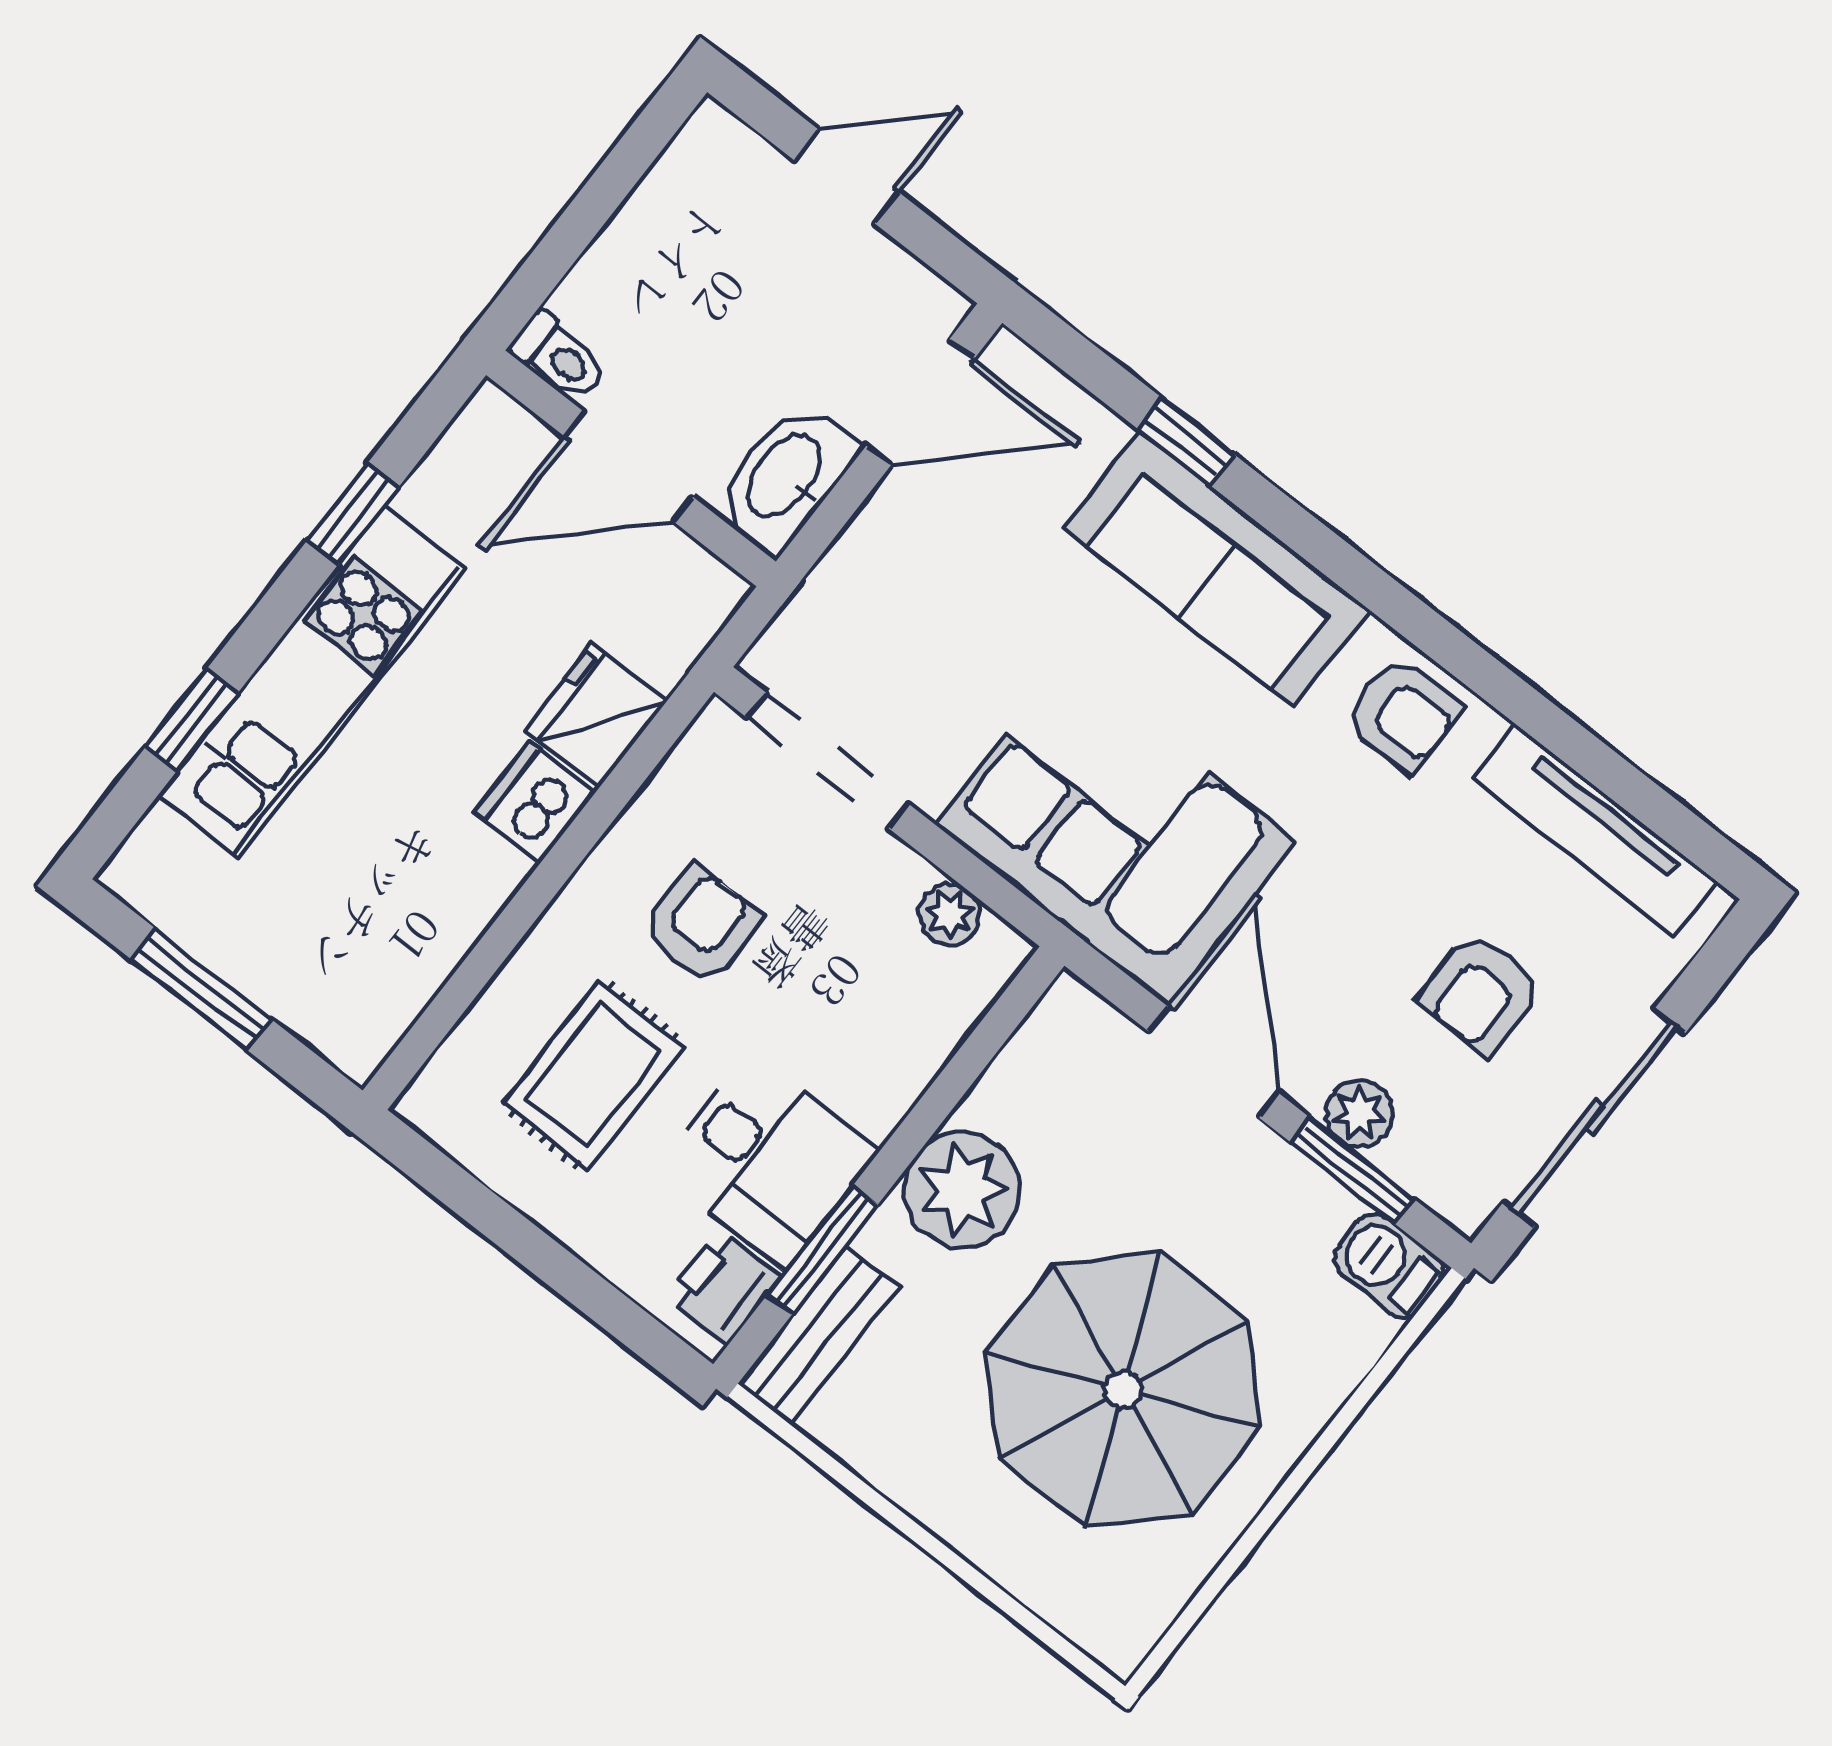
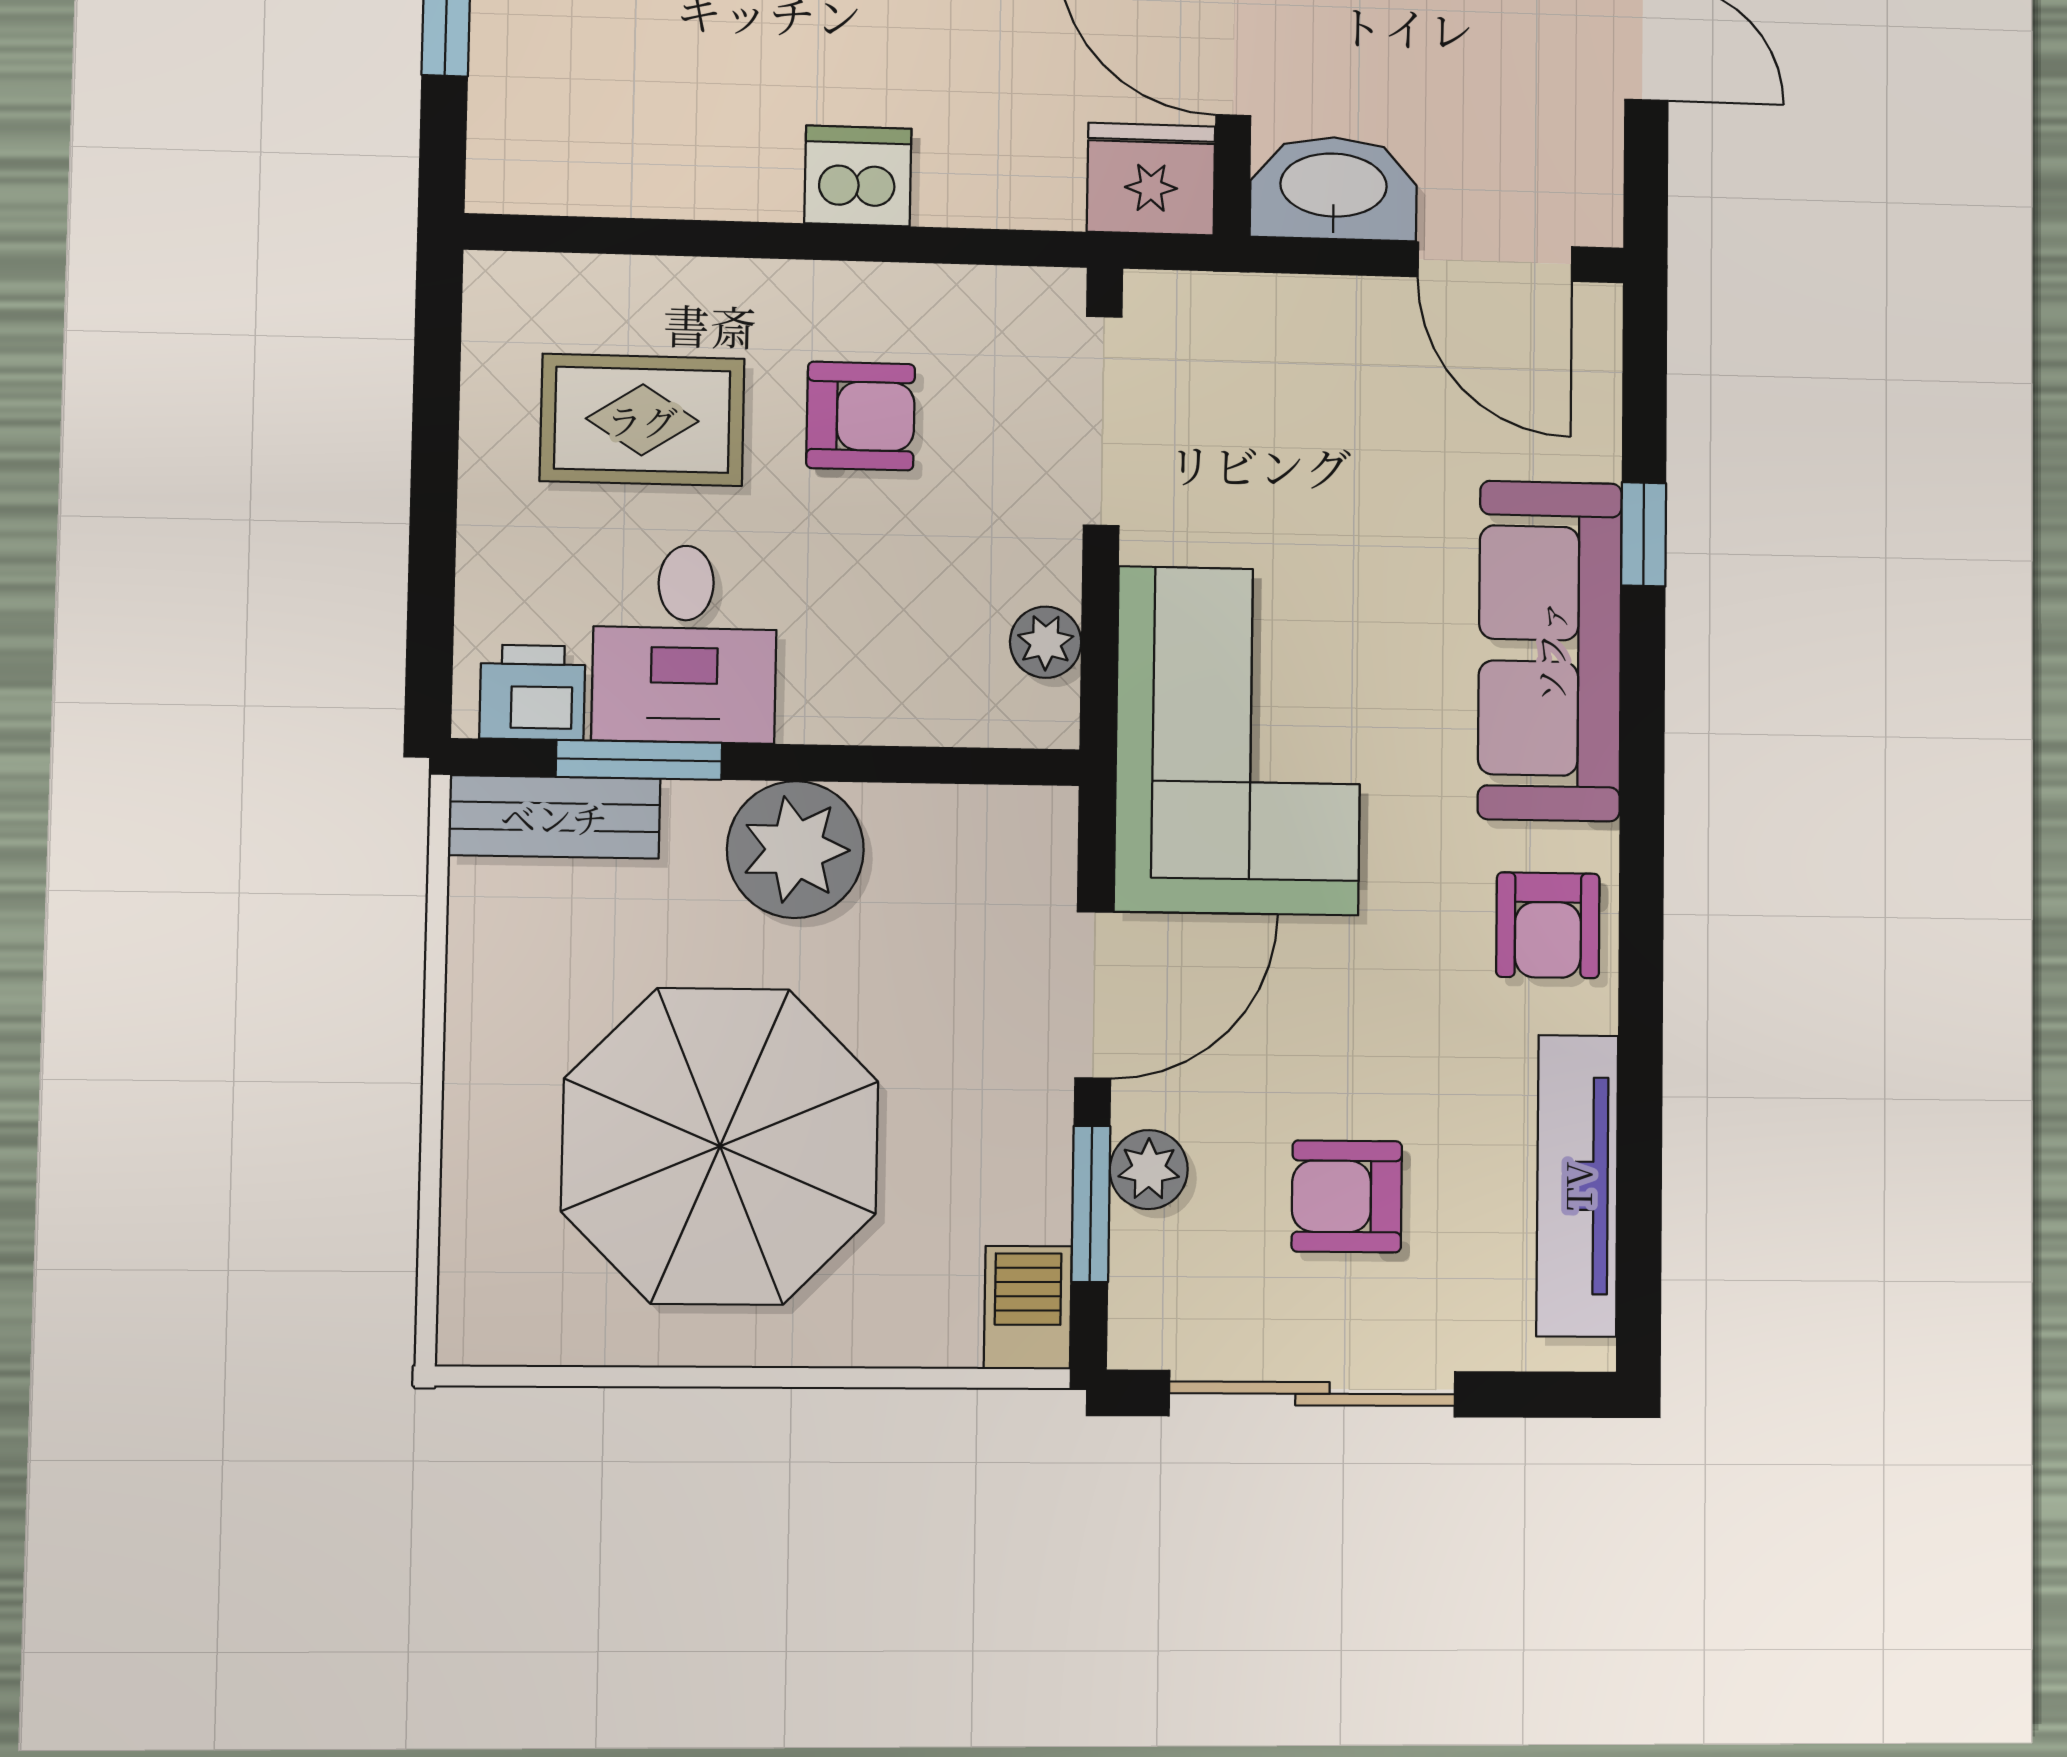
fridge: (596, 716) -> (1151, 179), moved

